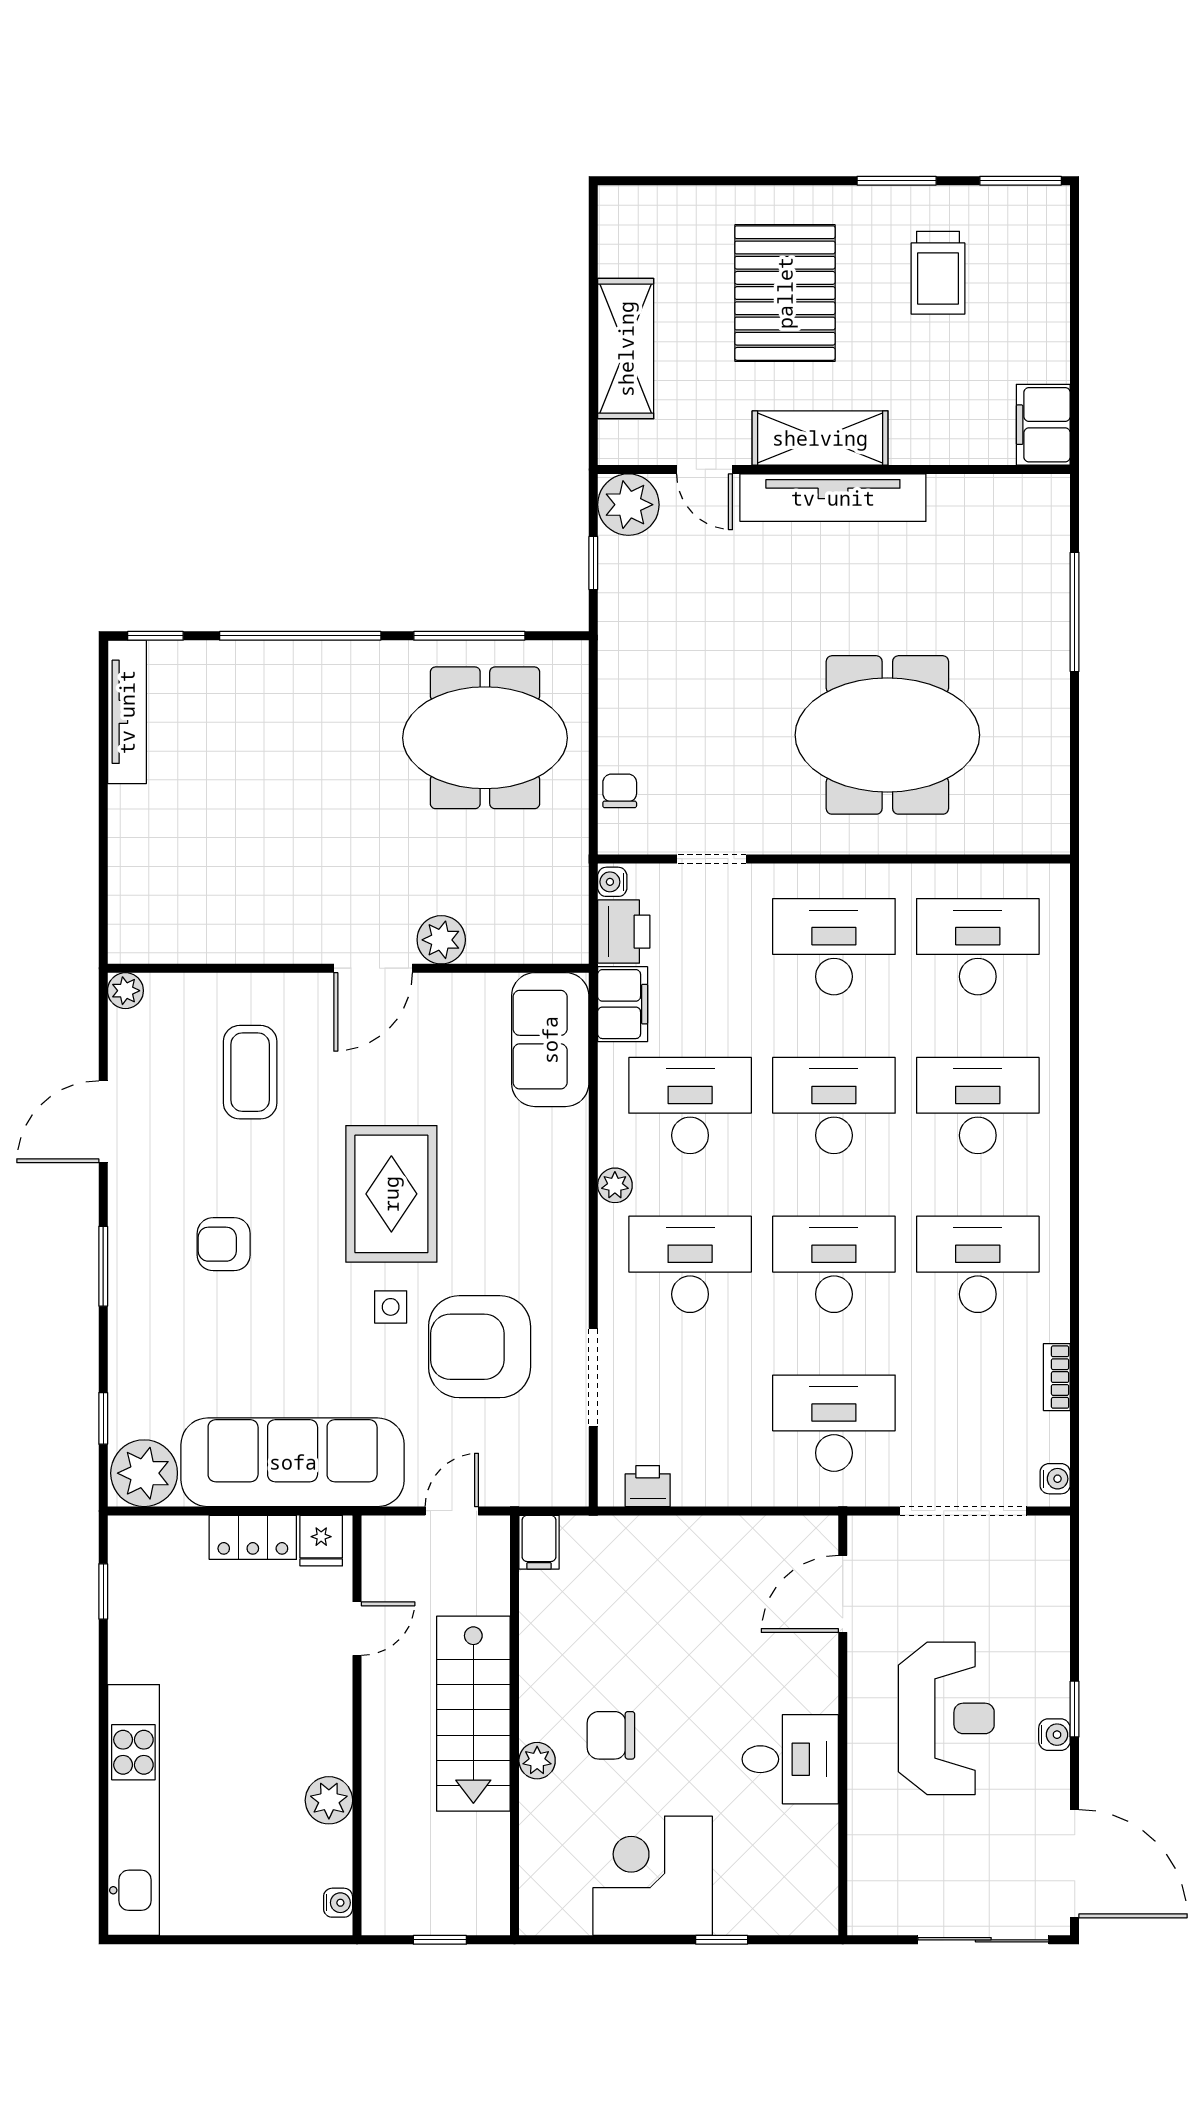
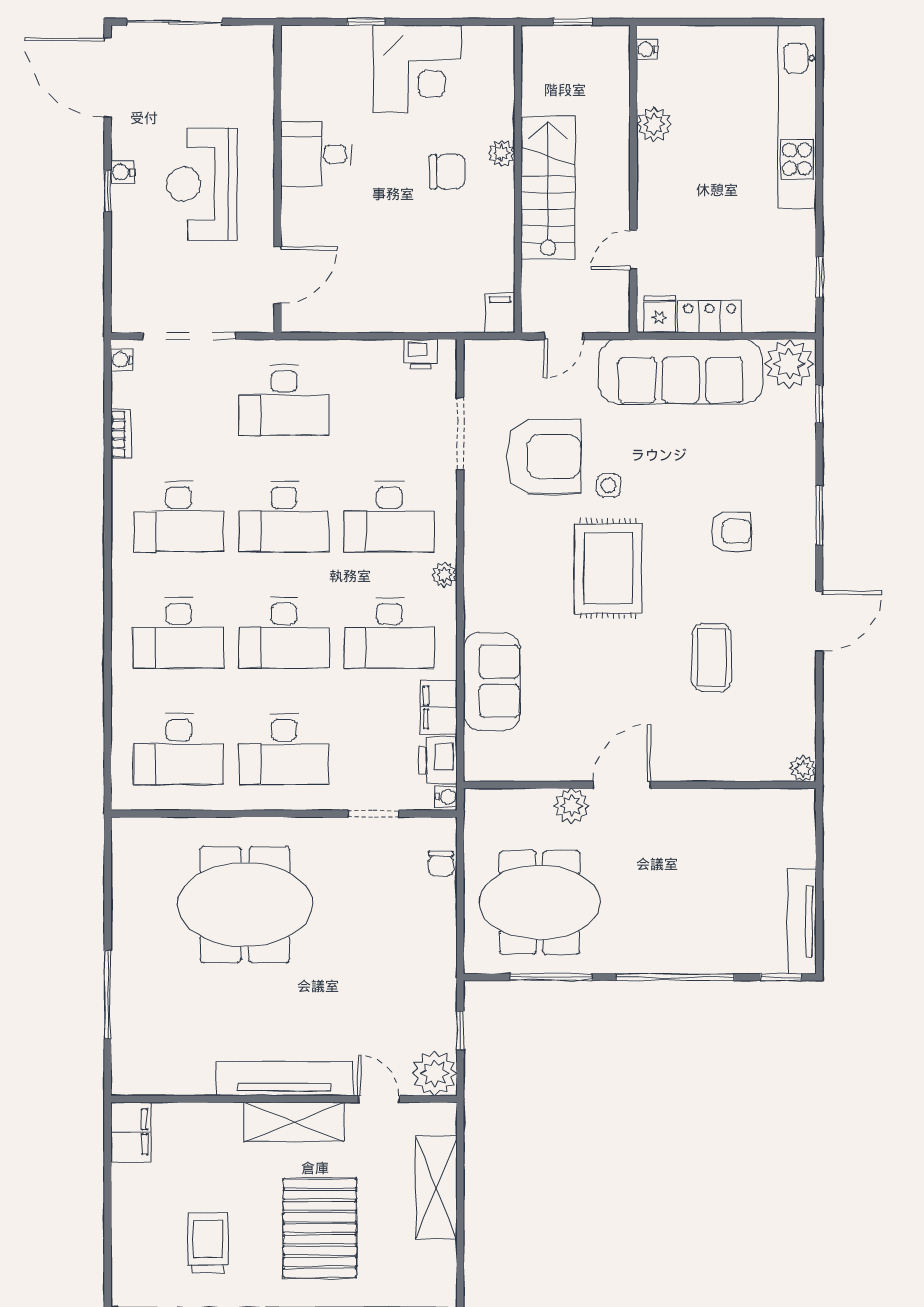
plant: (441, 940) -> (572, 806), moved
wall: (348, 968) -> (640, 785), moved
door: (373, 968) -> (622, 785), moved
plant: (125, 991) -> (803, 768), moved

